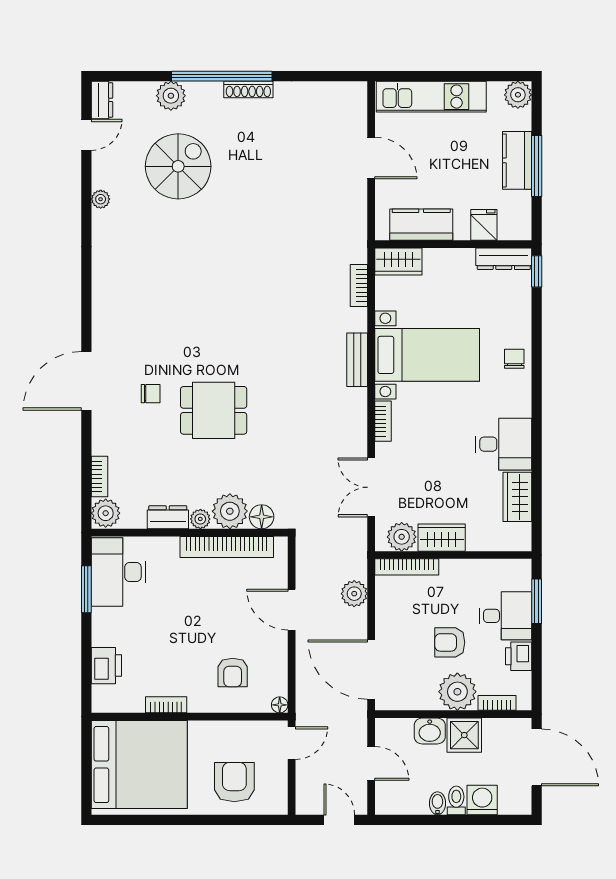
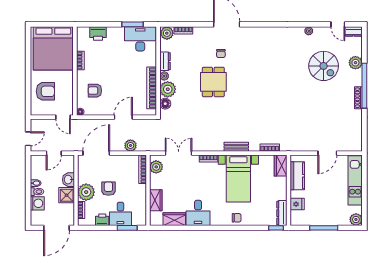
kitchen counter: (517, 160) -> (326, 219), removed
wardrobe: (442, 538) -> (156, 200), moved

